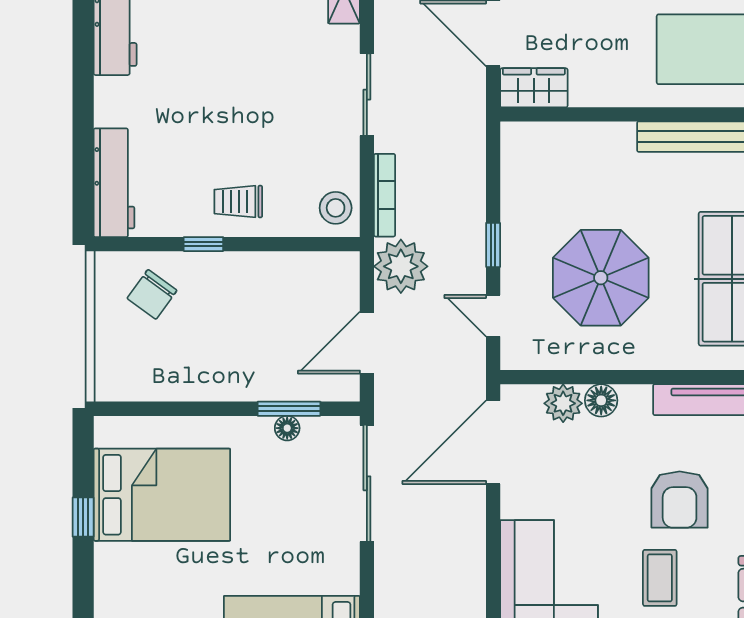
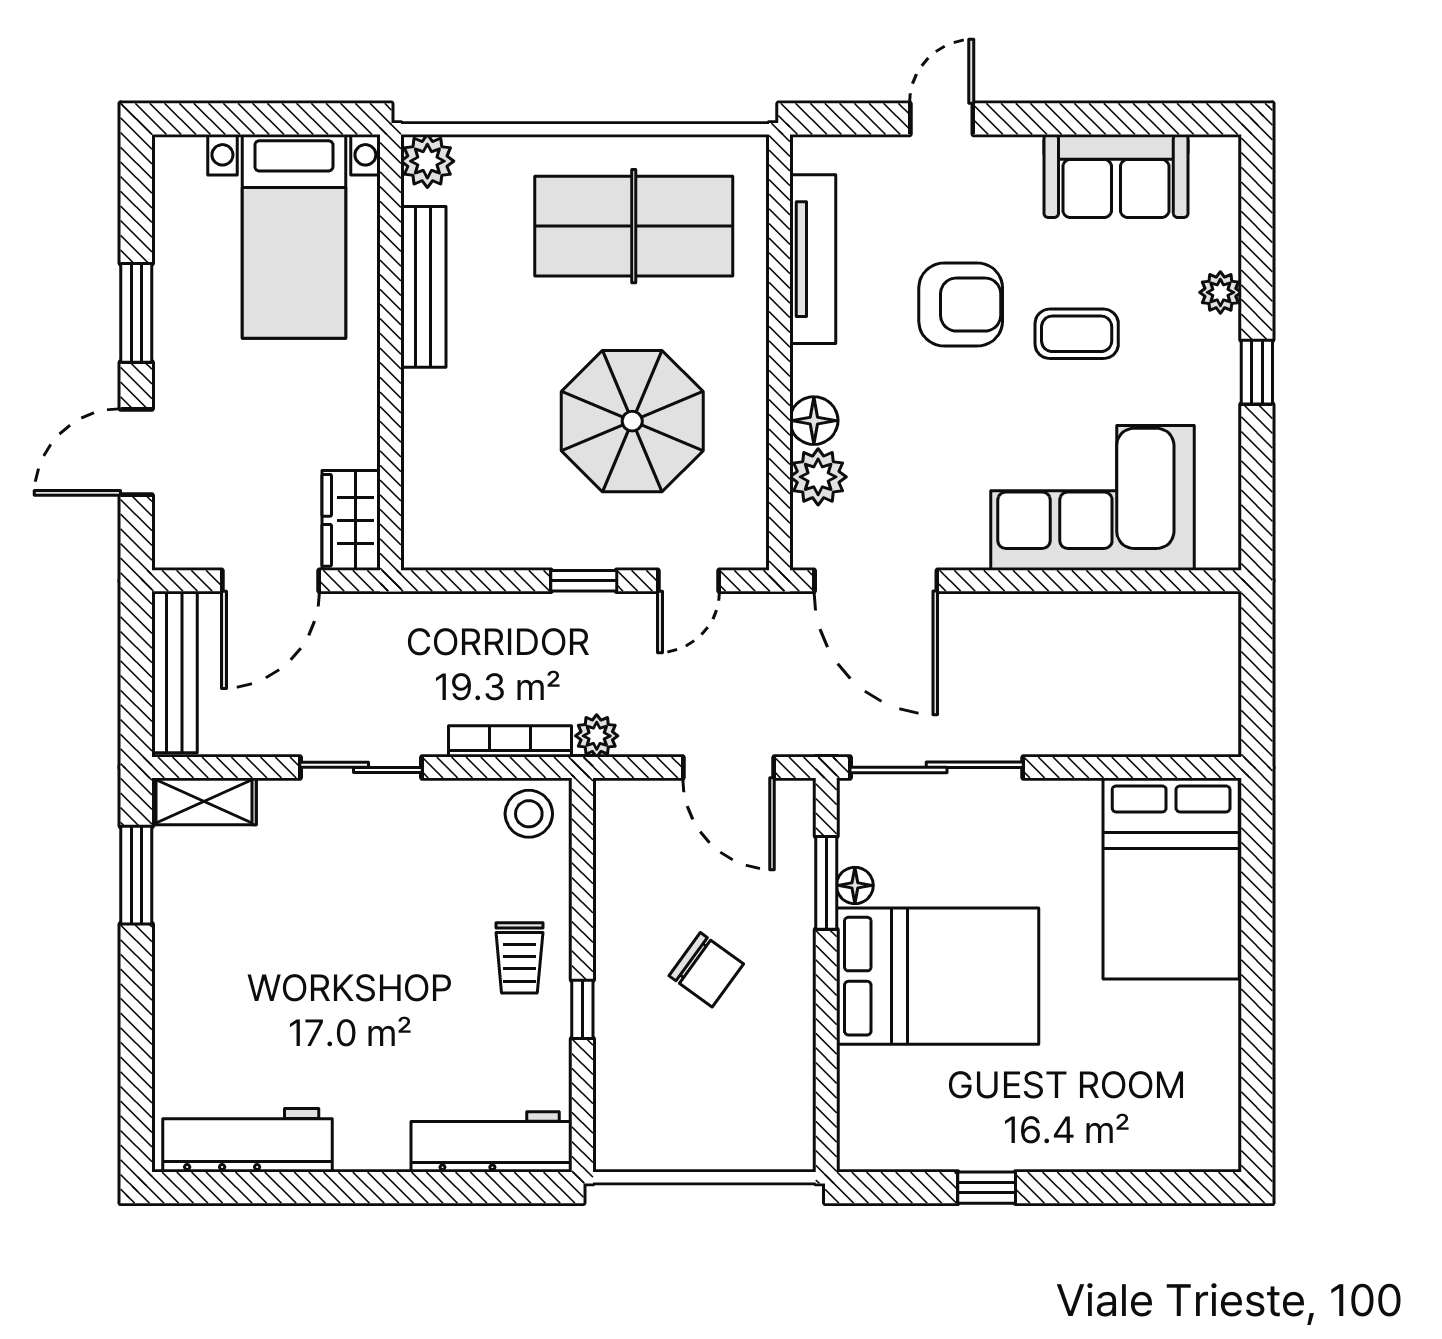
plant: (401, 266) -> (597, 736), width x0.53, depth x0.53
chair: (152, 294) -> (706, 970), moved
bed: (162, 495) -> (938, 976), moved, turned 90

